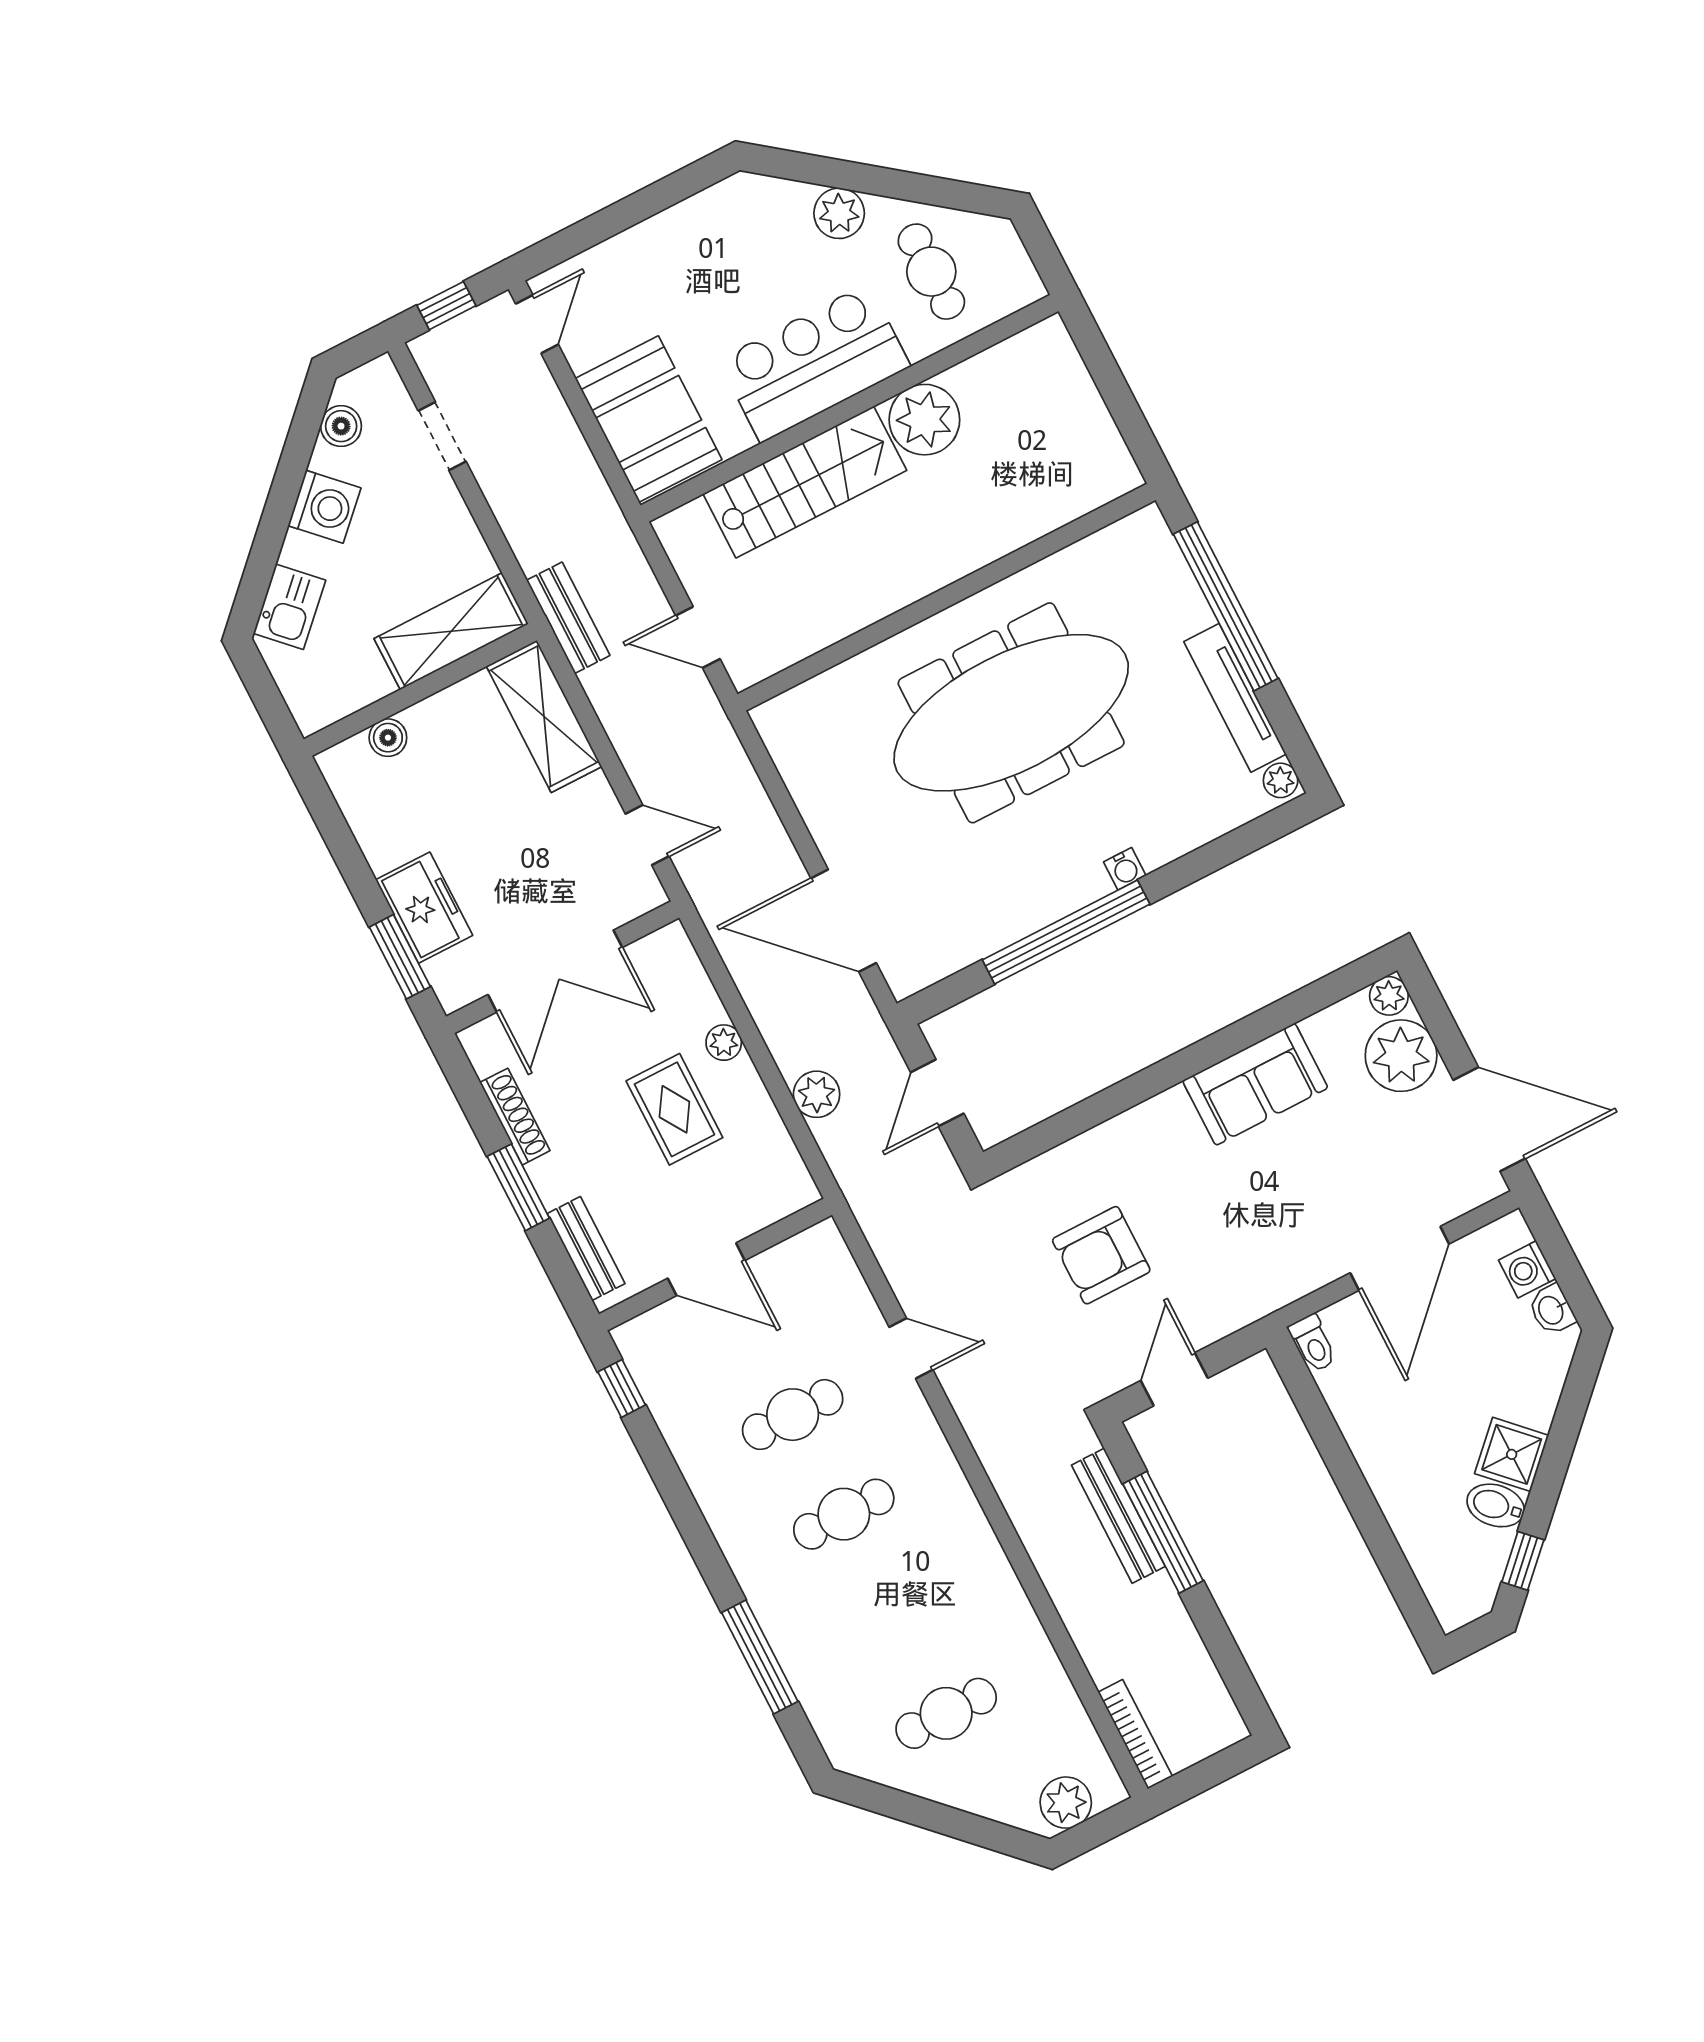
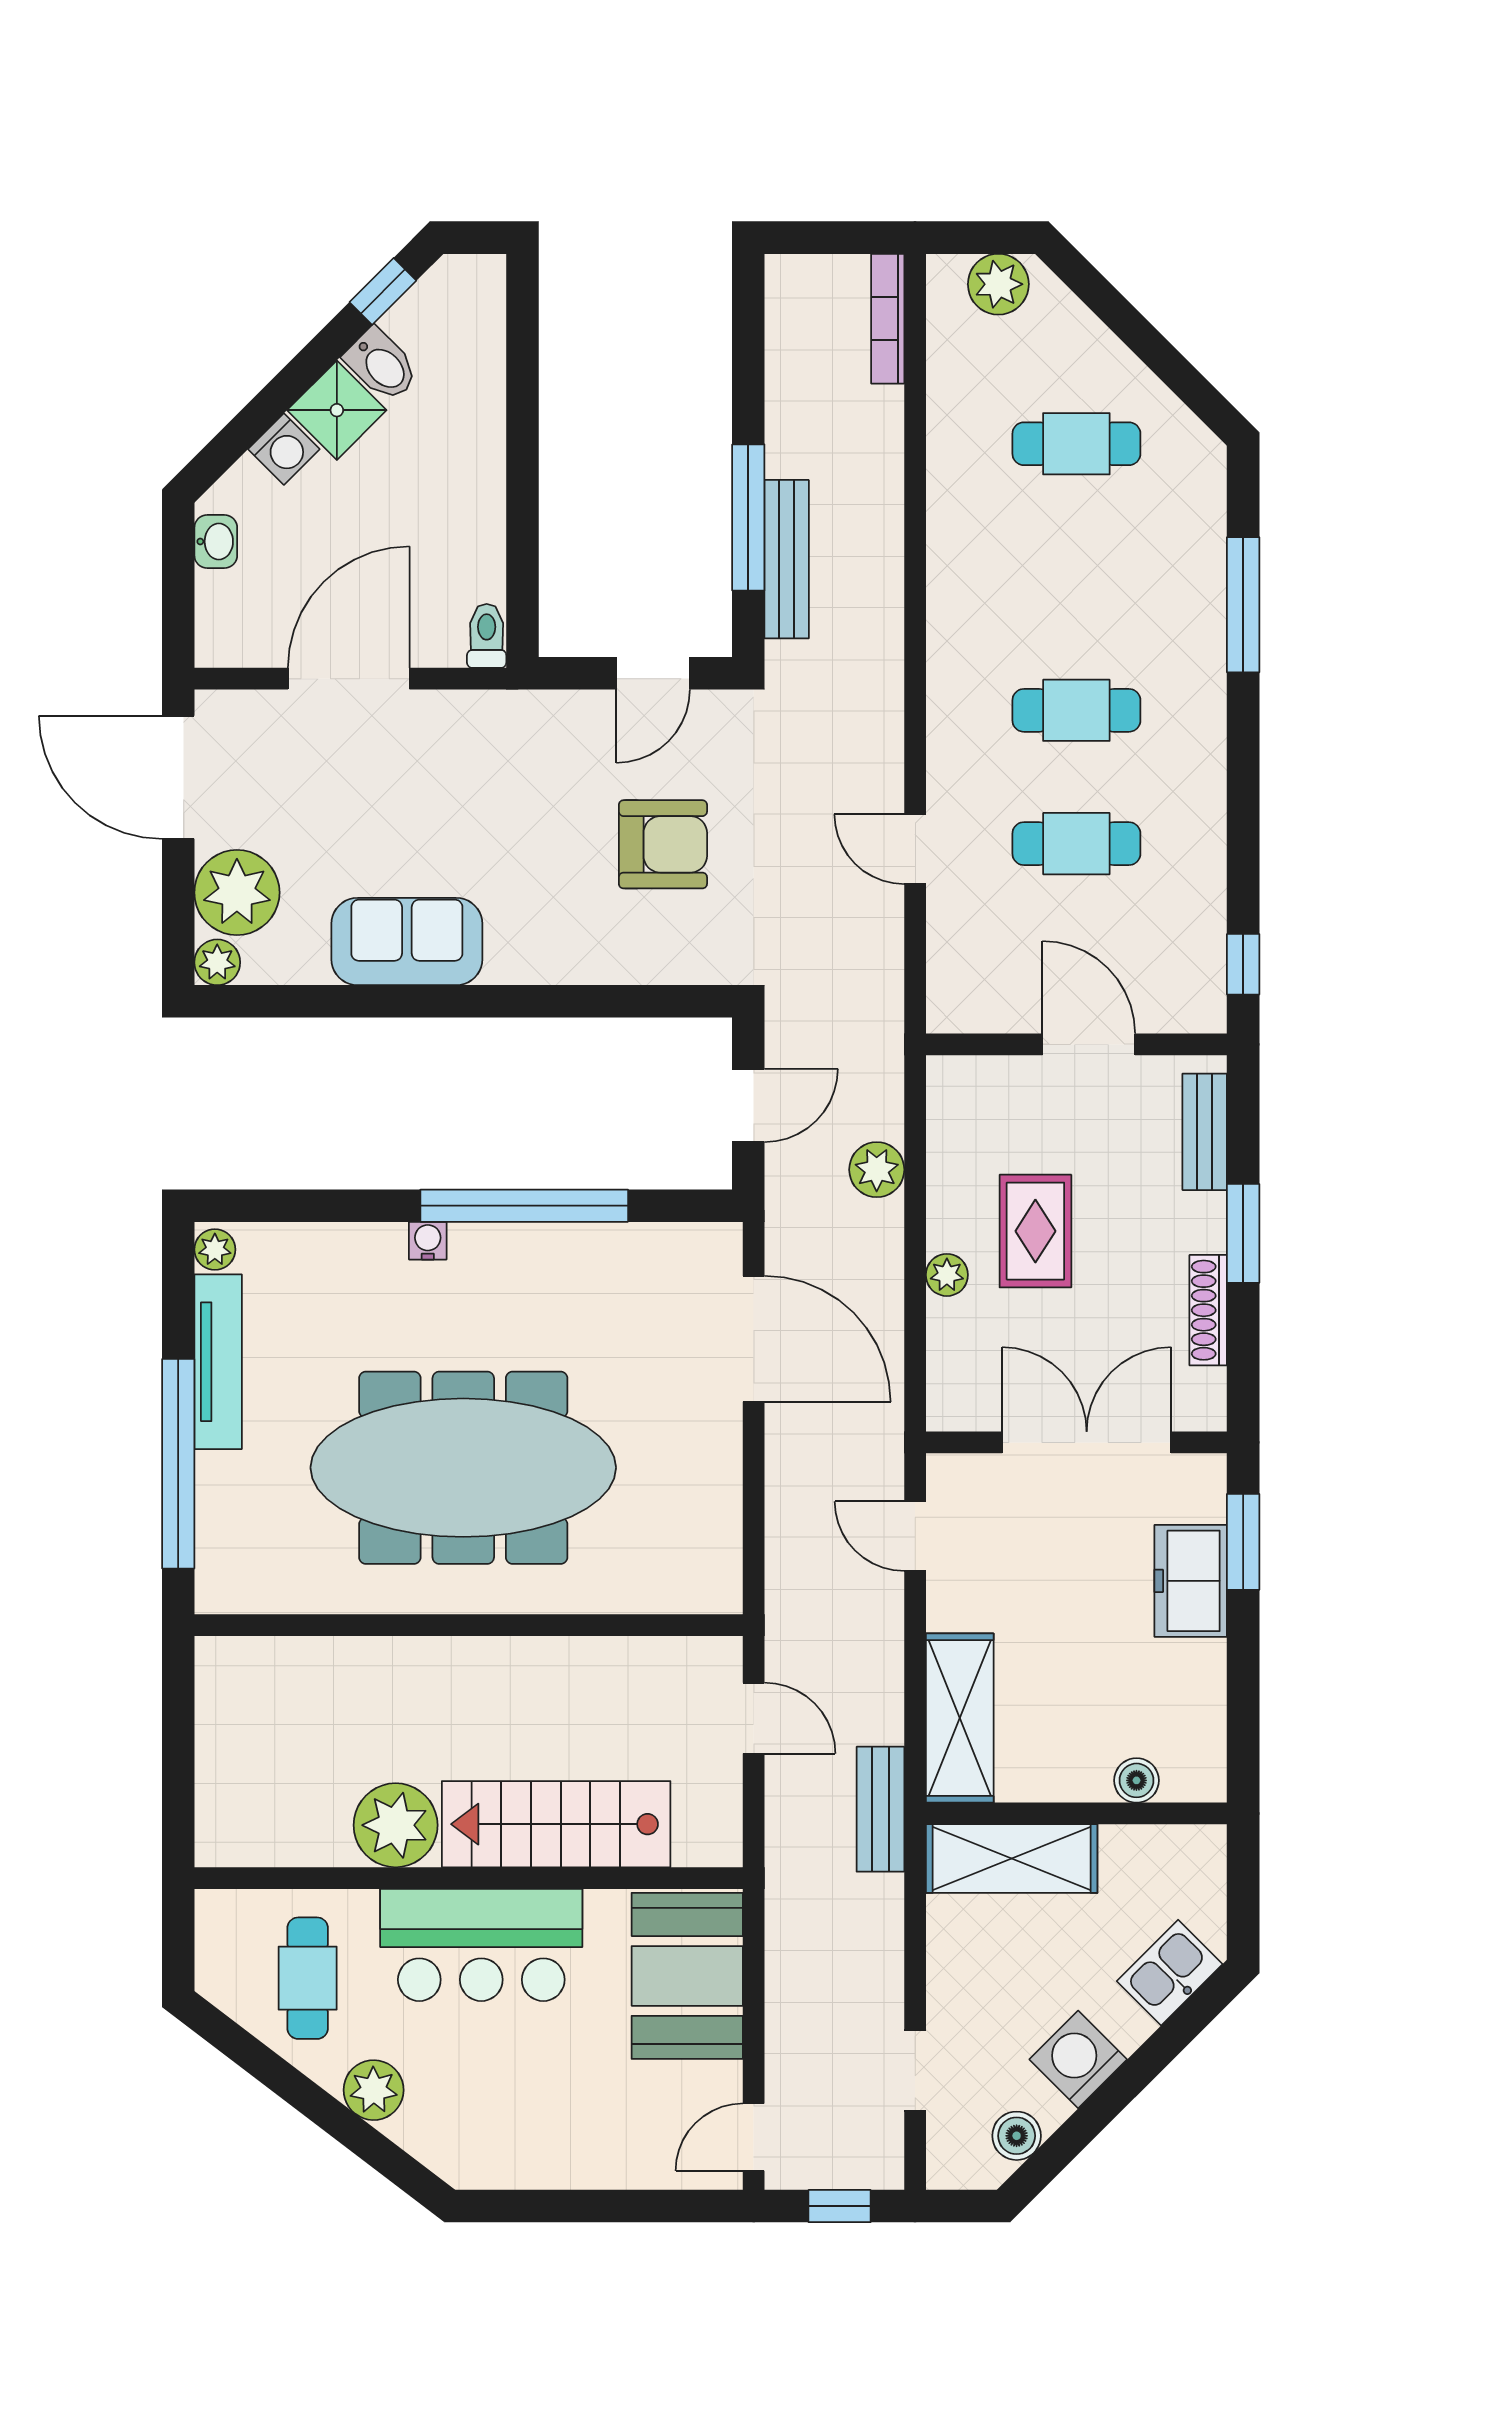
washing machine: (1527, 1269) -> (284, 449), moved, turned 45

